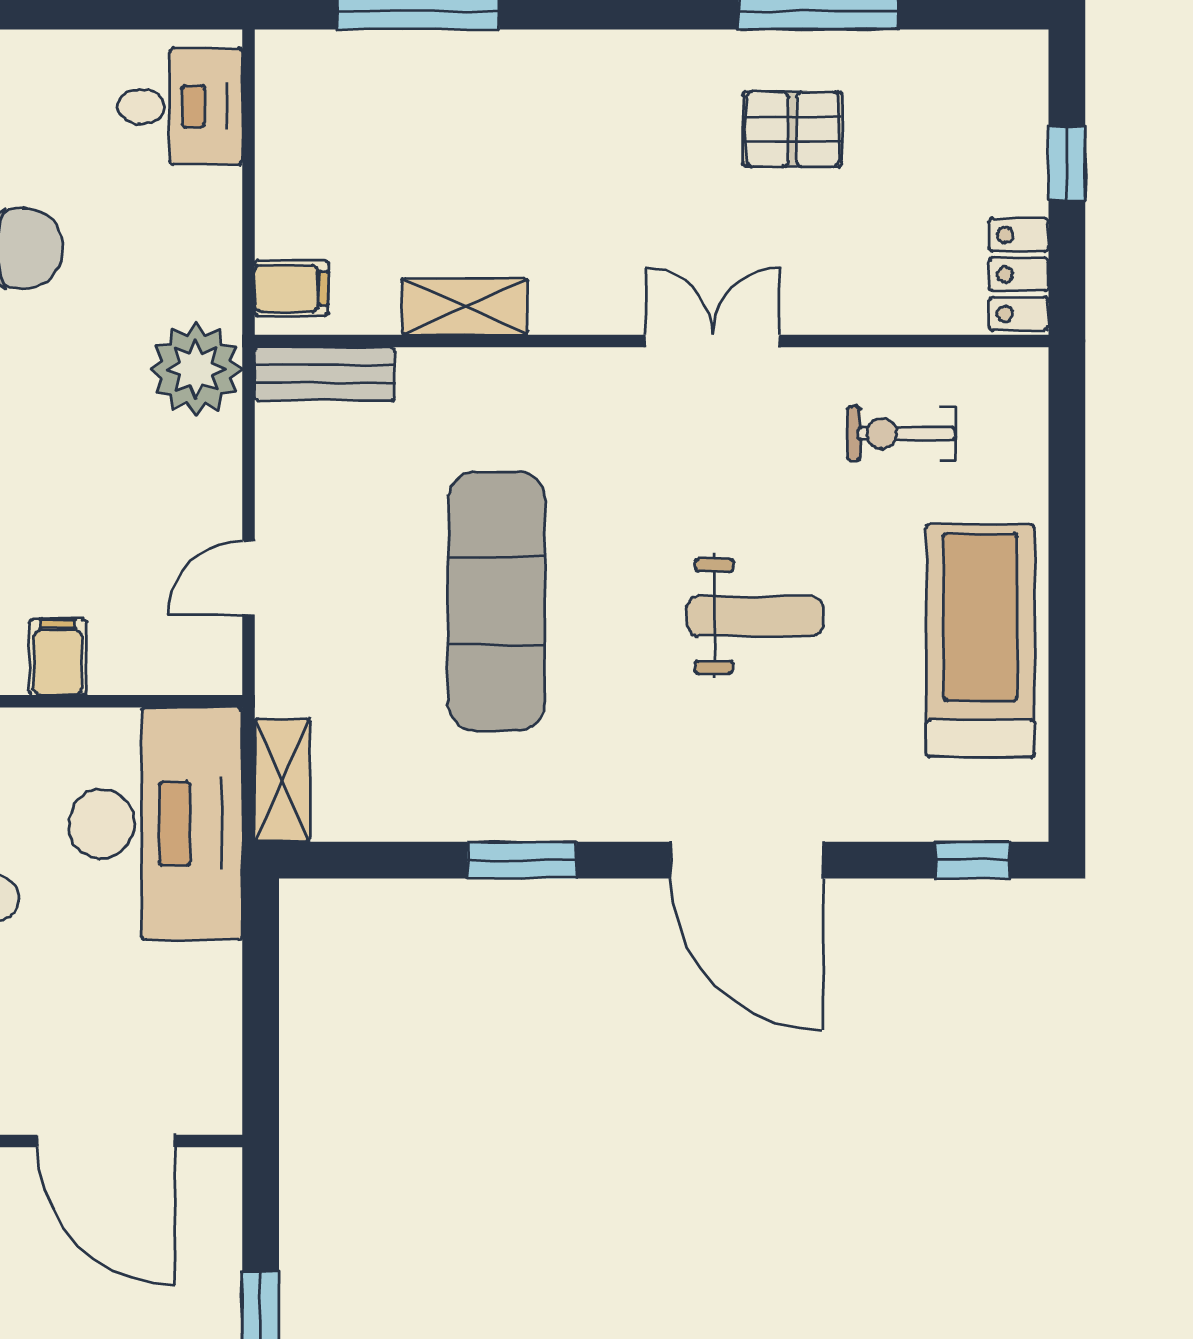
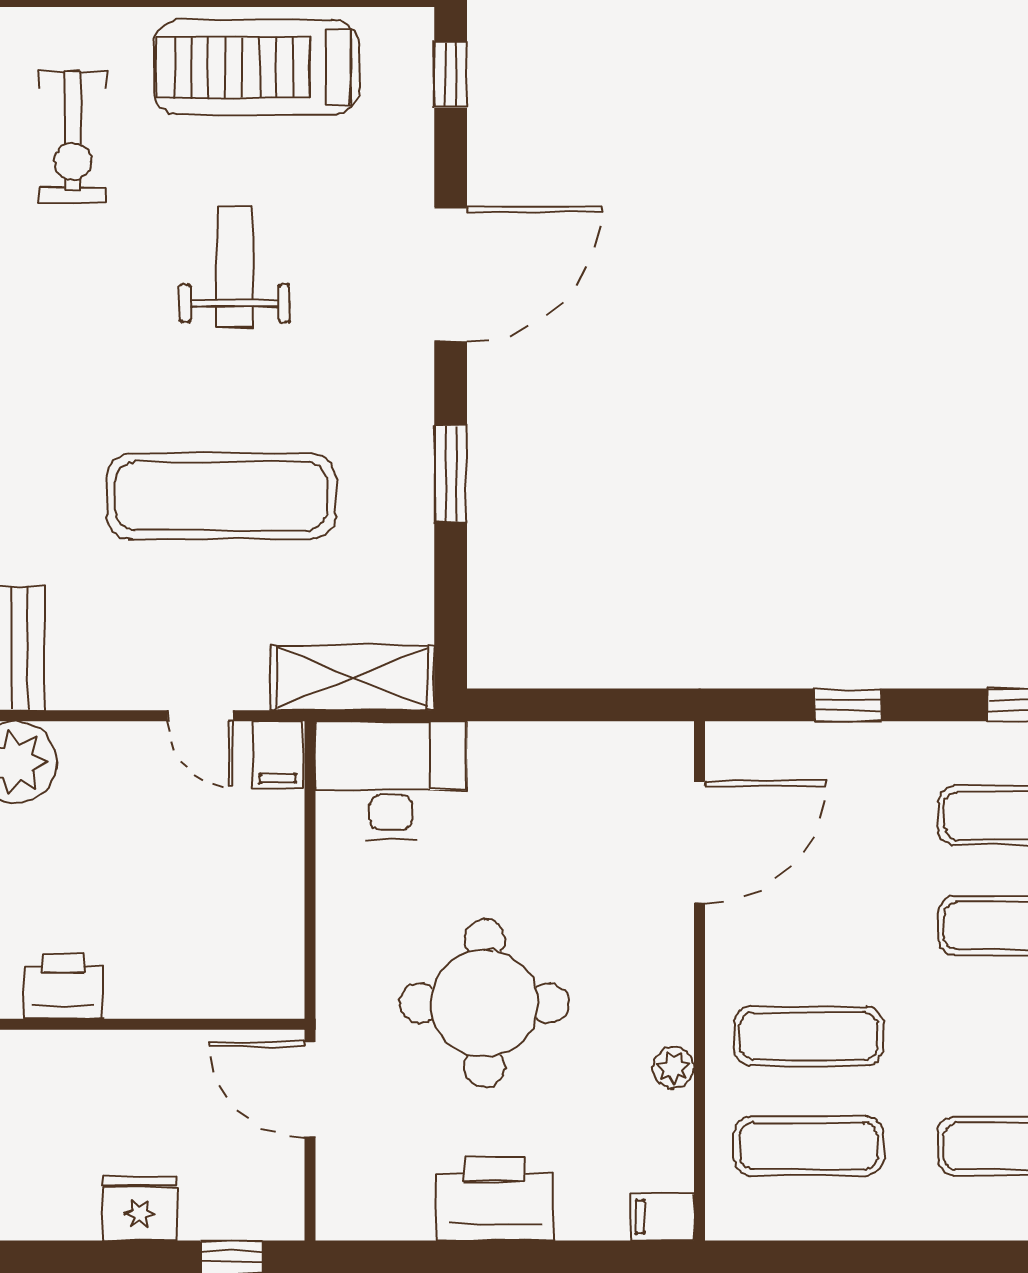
exercise bike: (901, 434) -> (73, 137), width x1.38, depth x1.39
filing cabinet: (58, 657) -> (278, 755), moved, turned -90
shelving: (282, 780) -> (352, 678), width x1.50, depth x1.33
desk: (155, 824) -> (391, 780), width x0.73, depth x0.77

